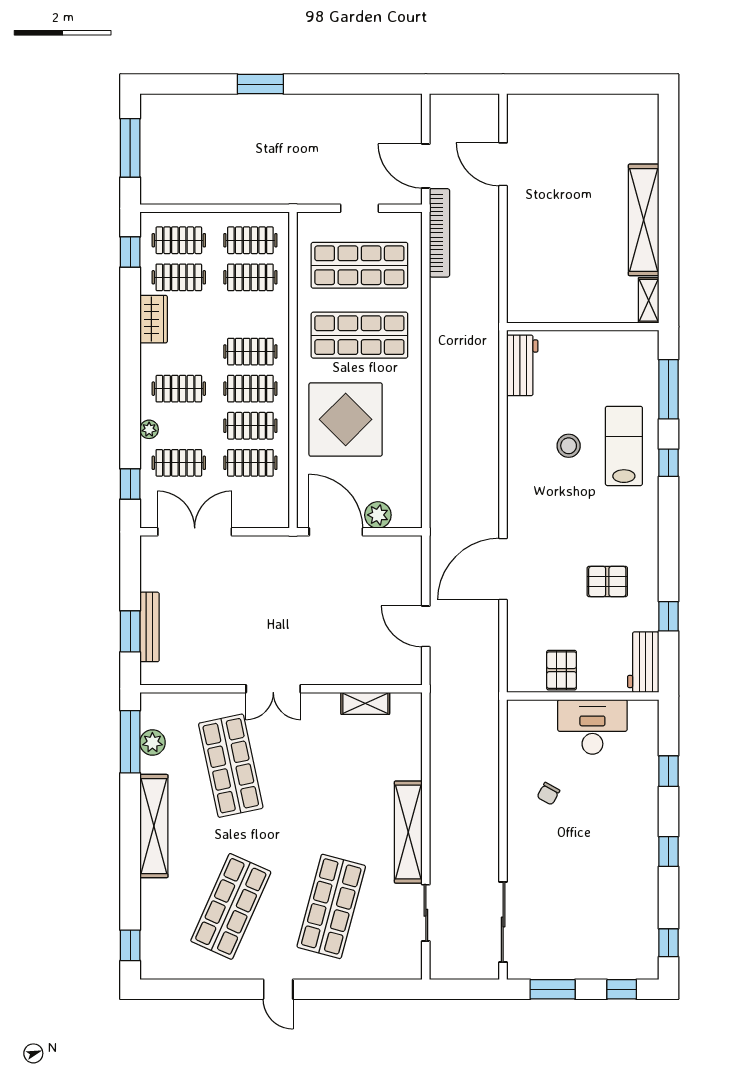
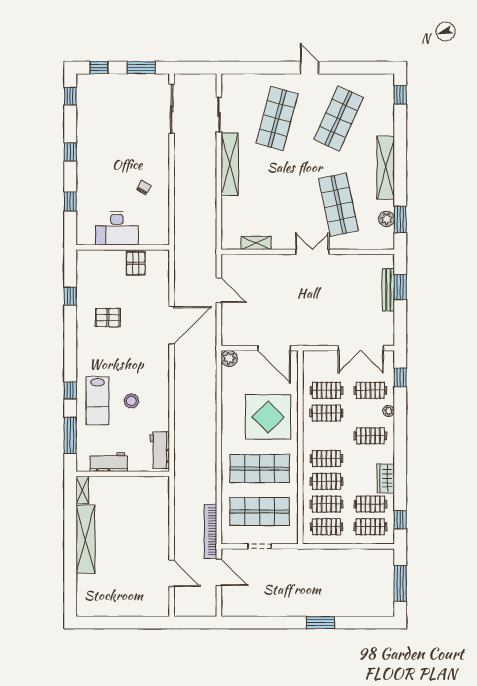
clothes rail: (250, 389) -> (326, 481), moved
plant: (378, 515) -> (229, 358), moved
workbench: (643, 662) -> (109, 462), moved, turned -90
window: (130, 742) -> (400, 219), width x0.69

